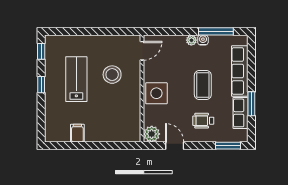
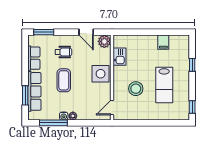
window: (41, 85) -> (192, 65), moved
window: (251, 104) -> (25, 95), moved
kitchen sink: (133, 115) -> (119, 57), added

